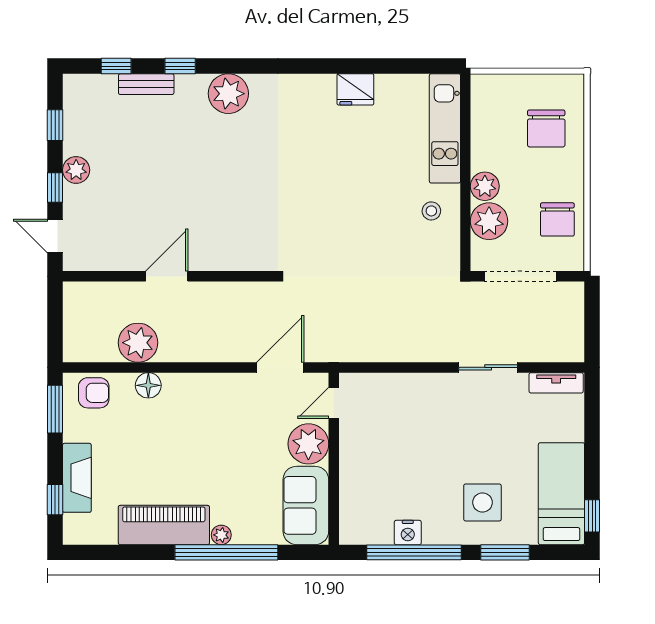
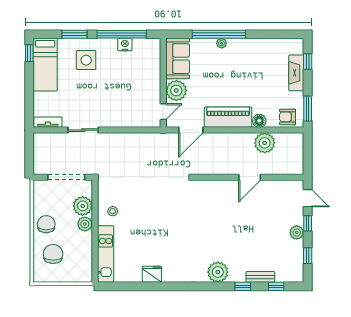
chair: (557, 219) -> (46, 224), moved
piano: (164, 525) -> (228, 117), moved, turned 180

